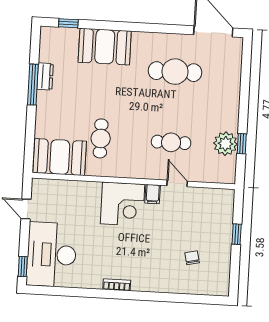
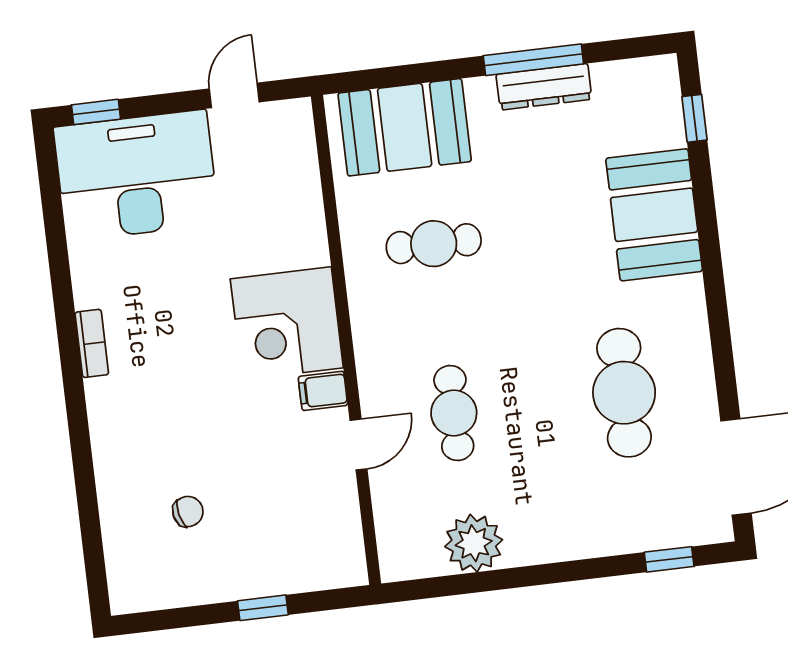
dresser: (45, 76) -> (544, 87), width x1.44
window: (242, 144) -> (669, 559), moved
booth: (60, 157) -> (405, 127), moved, turned 90

